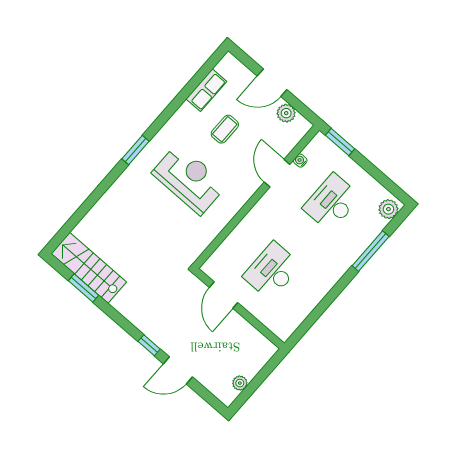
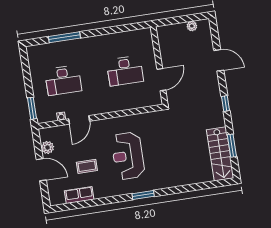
plant: (388, 209) -> (36, 51), removed
window: (149, 345) -> (225, 104), moved

